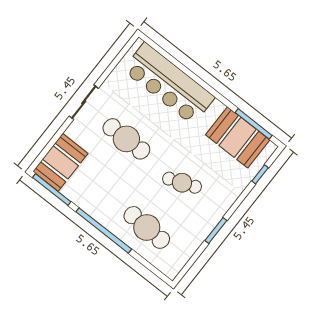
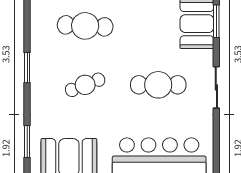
window: (44, 152) -> (216, 21), added
window: (260, 174) -> (27, 141), width x1.50

